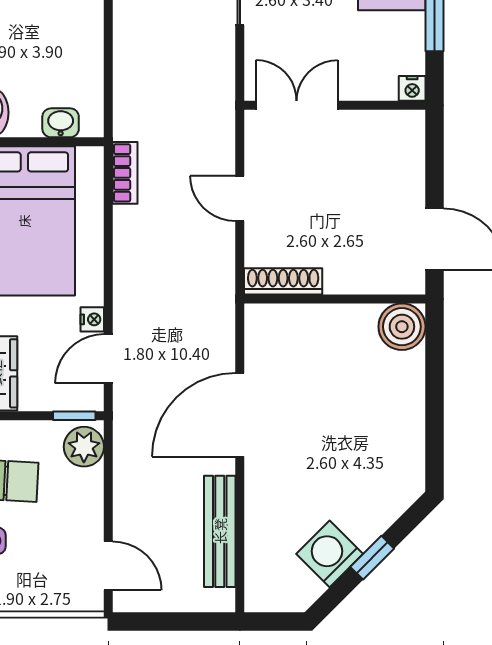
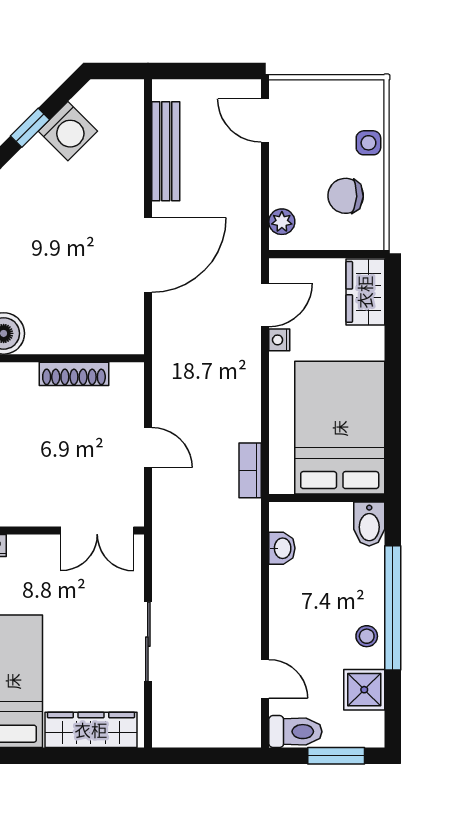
washbasin: (61, 123) -> (282, 548), moved, turned -90
shoe rack: (283, 281) -> (74, 374), moved
window: (74, 416) -> (295, 254), removed
plant: (84, 447) -> (282, 222), width x0.73, depth x0.73

